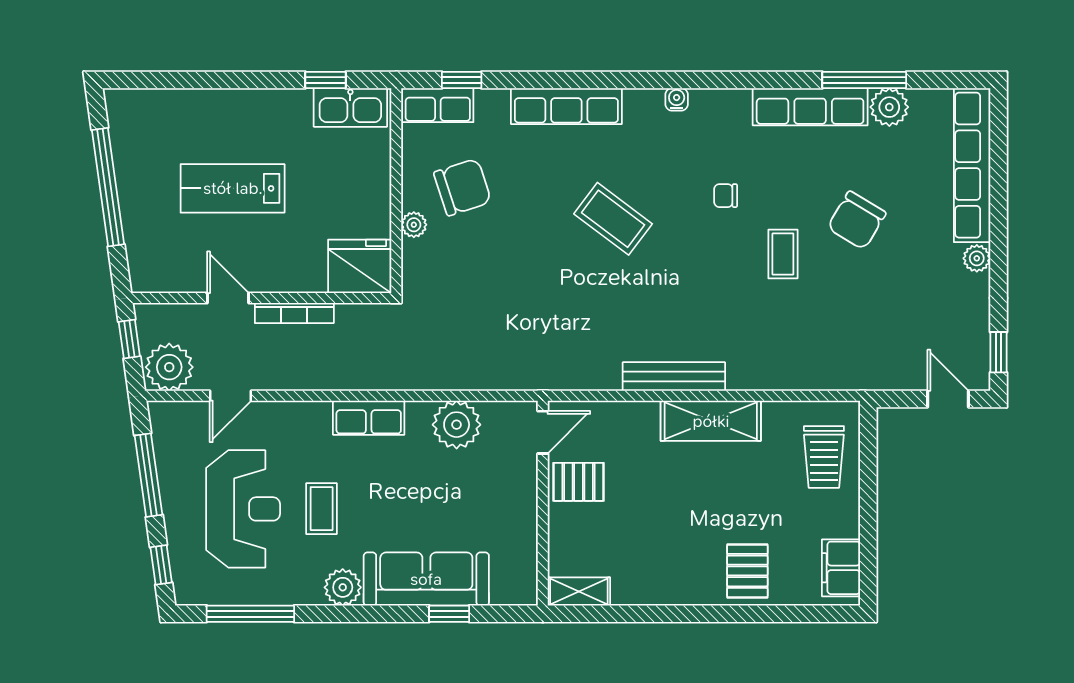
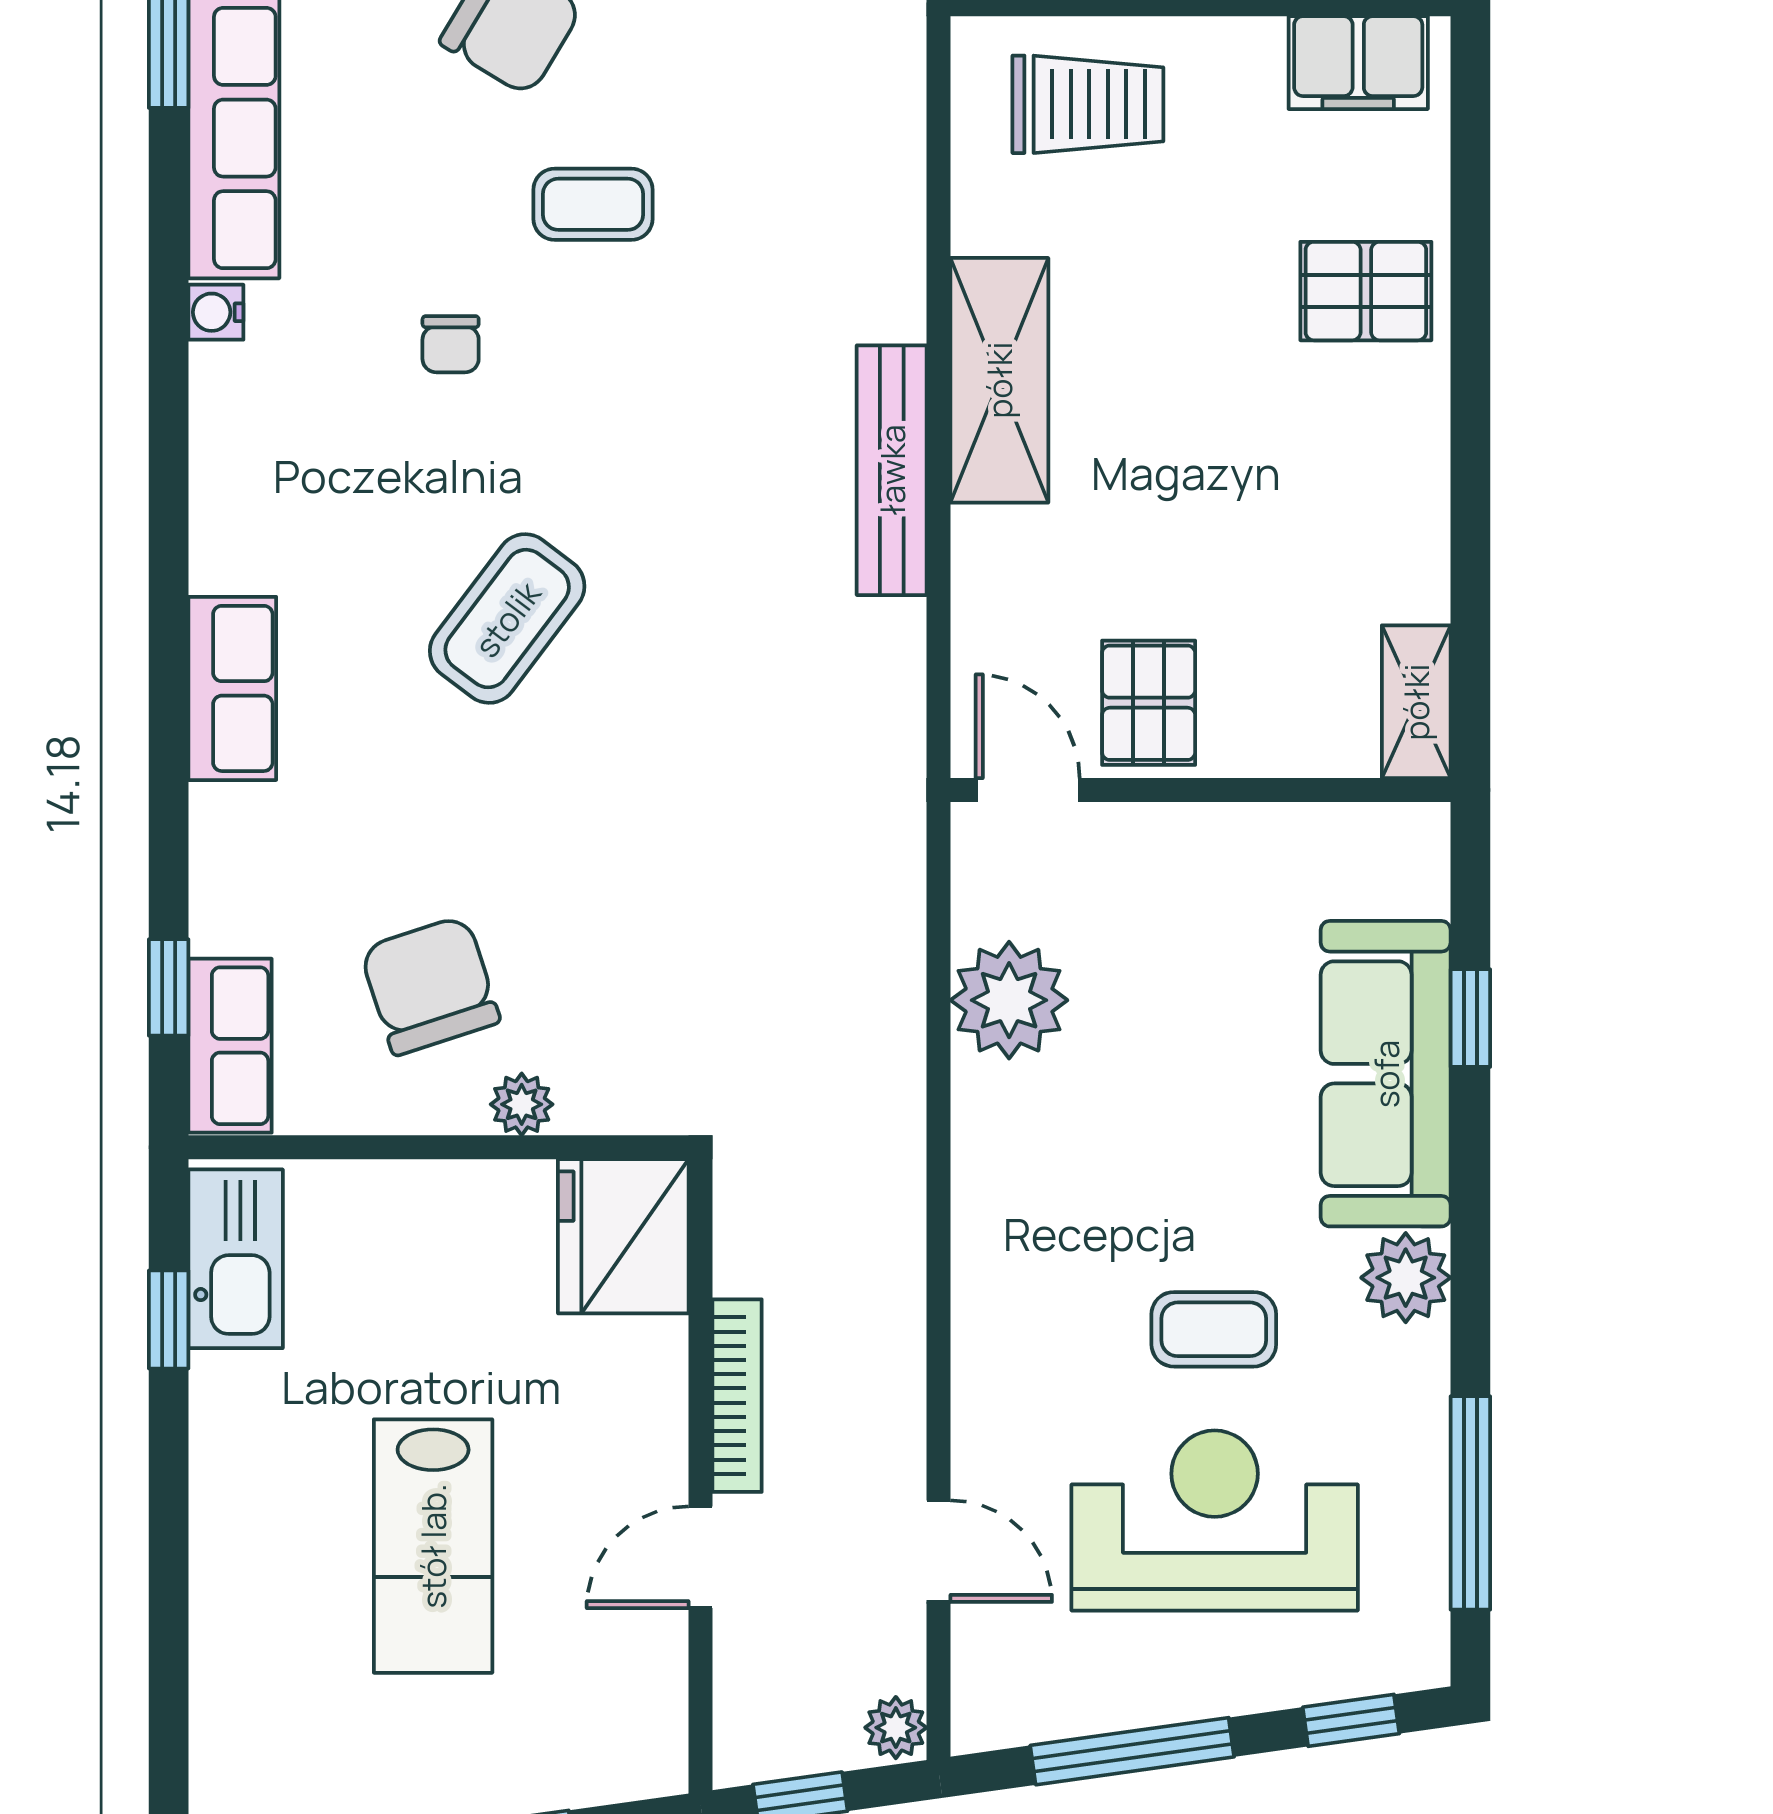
water cooler: (677, 99) -> (216, 312), moved
row of seats: (566, 106) -> (232, 688), width x0.68
plant: (169, 367) -> (896, 1728), width x0.53, depth x0.53
row of seats: (369, 418) -> (992, 1214), removed

